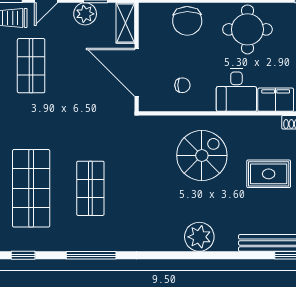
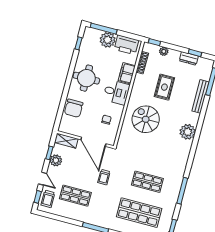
chair: (187, 21) -> (74, 108), turned 91
door: (137, 72) -> (93, 142), hinge flipped
trolley: (78, 108) -> (104, 177), added

